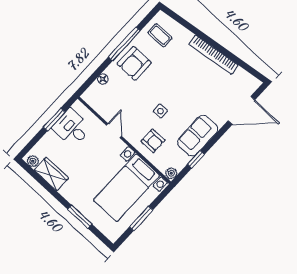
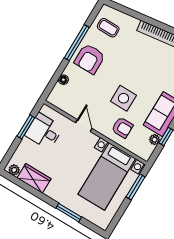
side table: (160, 111) -> (123, 98), width x1.87, depth x1.87
plant: (171, 173) -> (154, 140), moved
window: (141, 218) -> (136, 187), moved

